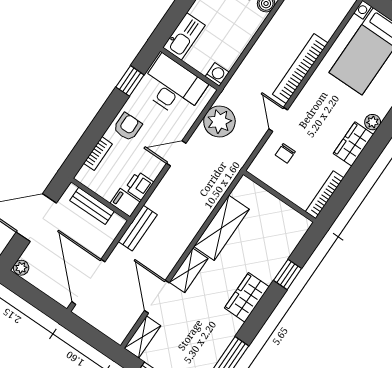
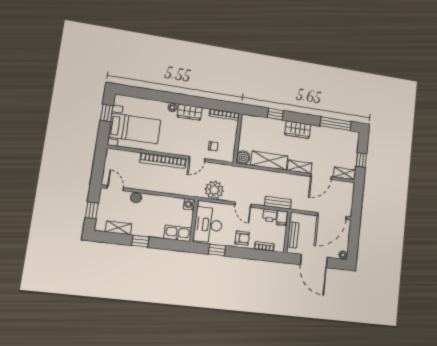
armchair: (128, 127) -> (242, 238), turned 180
boiler: (246, 190) -> (243, 157), added
bench: (138, 228) -> (278, 203), moved

